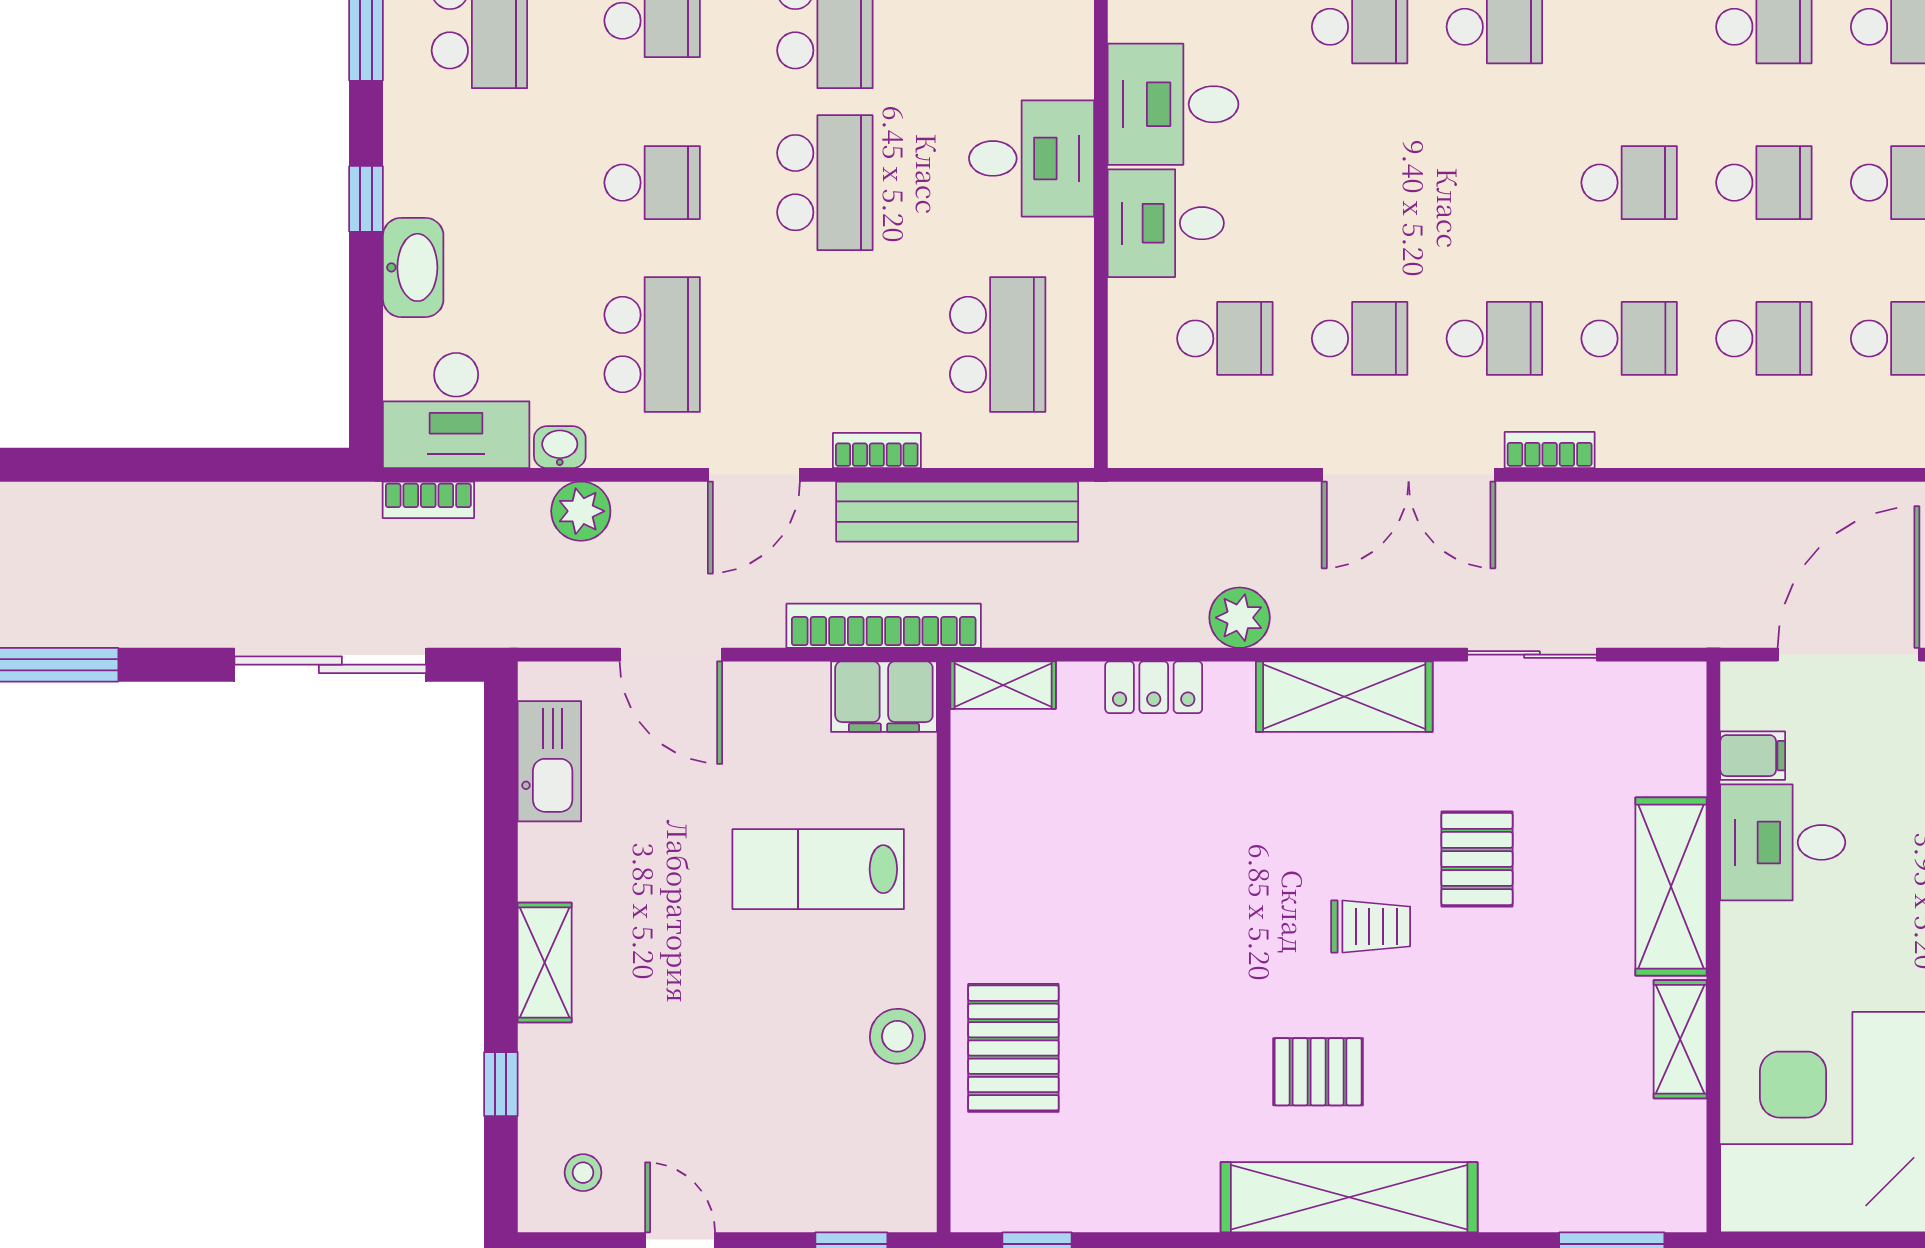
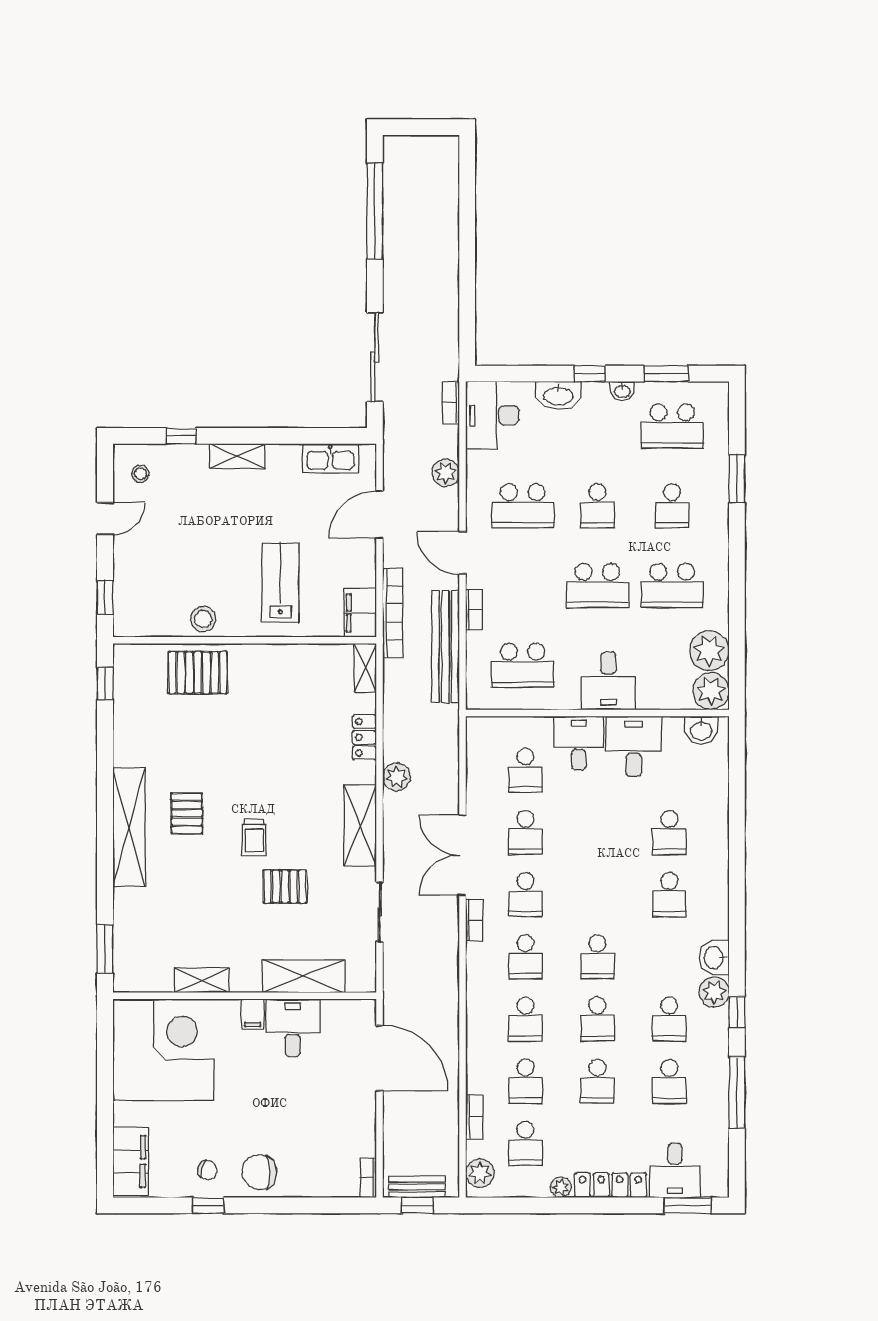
washbasin: (560, 447) -> (622, 391), moved, turned 90
filing cabinet: (1753, 756) -> (253, 1014), moved
shelving: (1671, 887) -> (304, 976), moved

